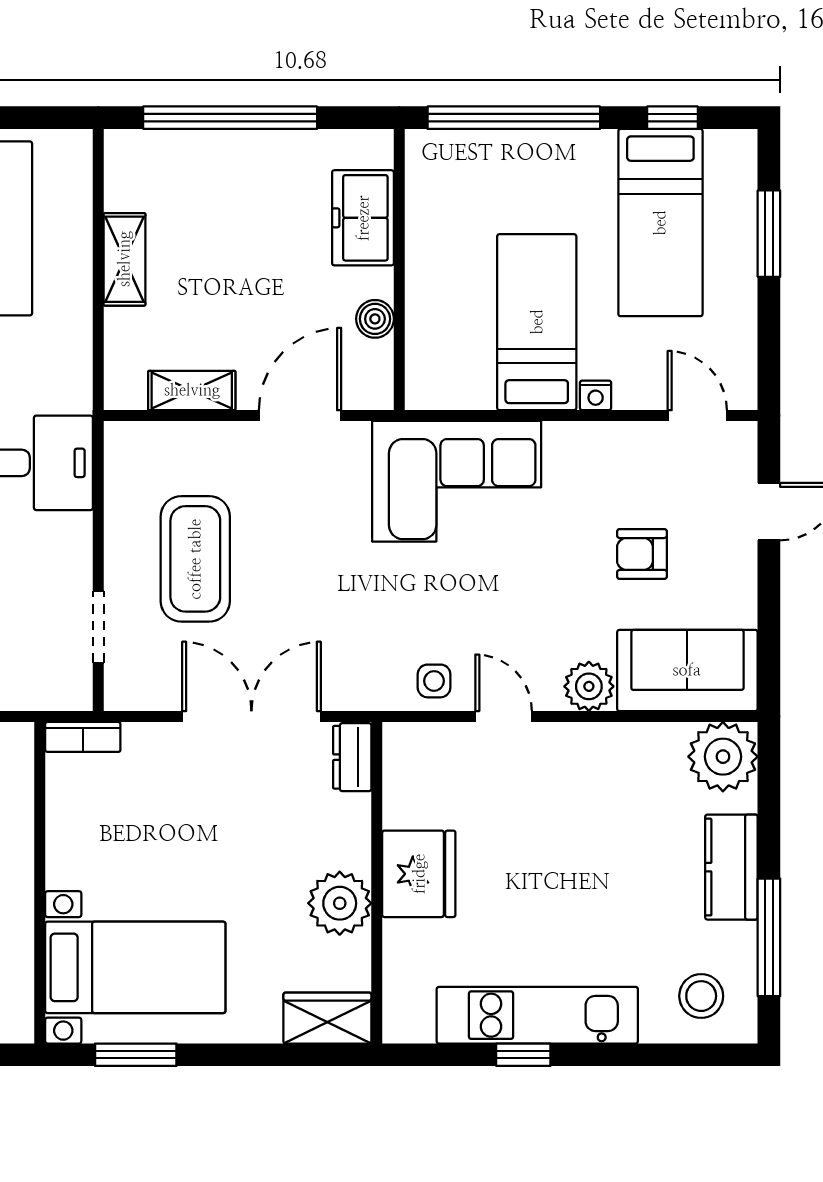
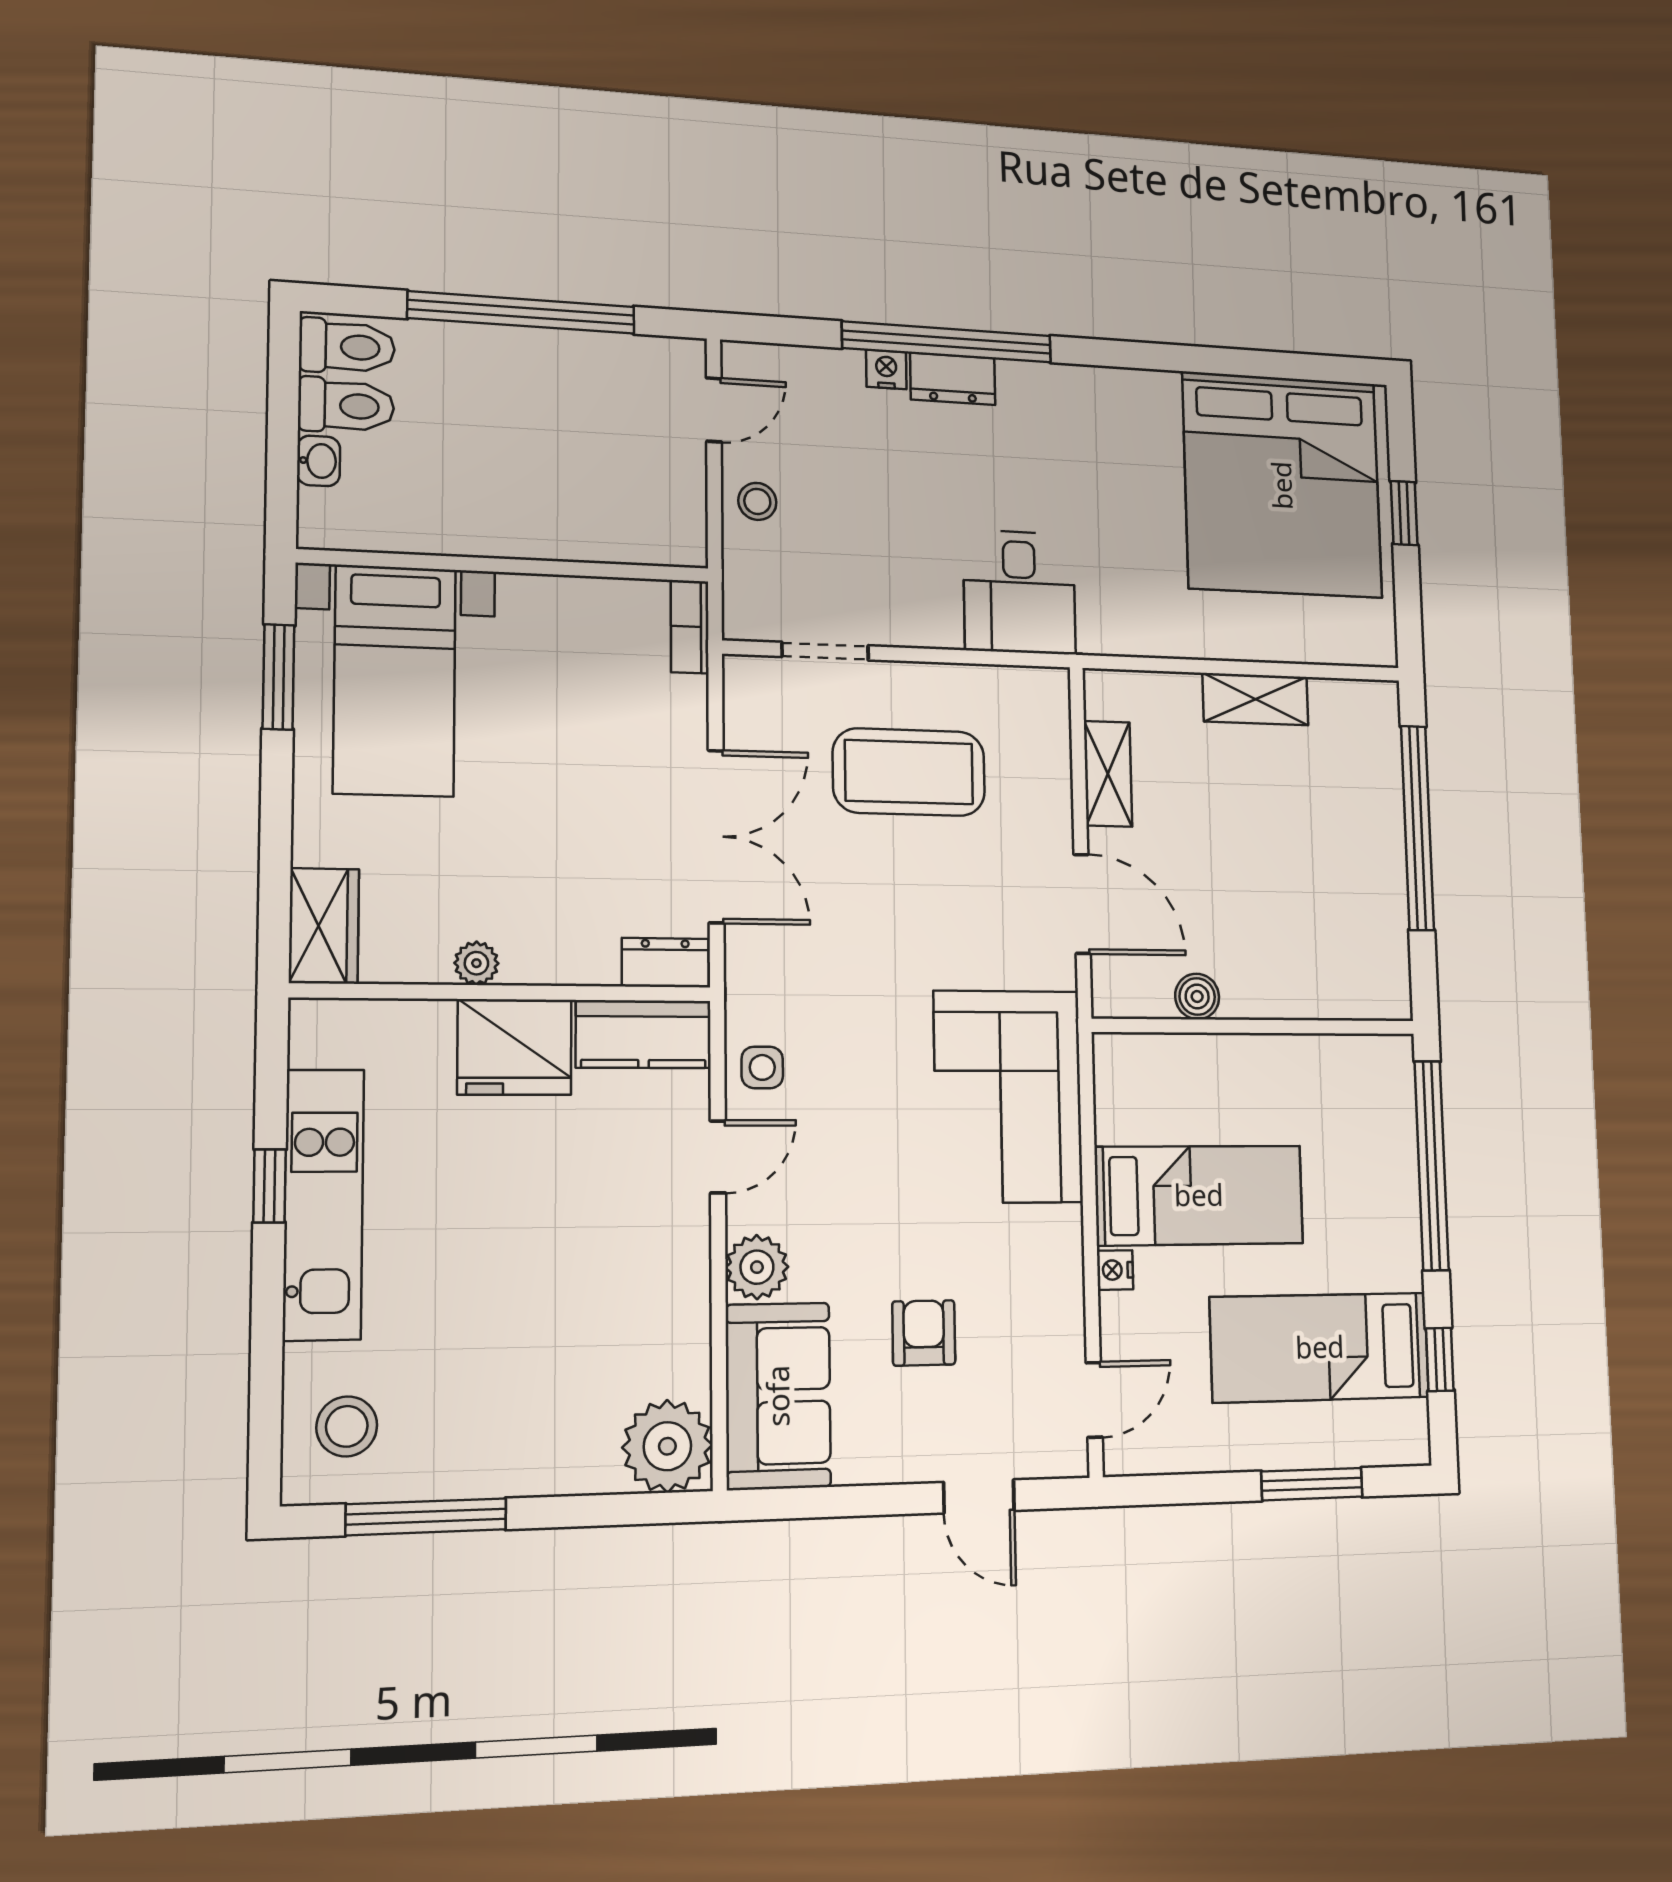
freezer: (363, 218) -> (1312, 983), removed
kitchen counter: (731, 867) -> (643, 1034), moved, turned 180
plant: (340, 903) -> (476, 963), width x0.53, depth x0.53

